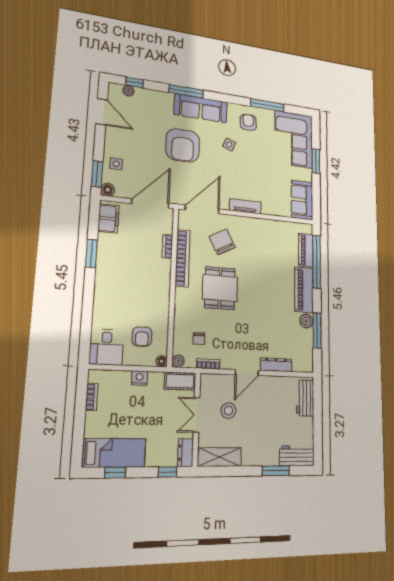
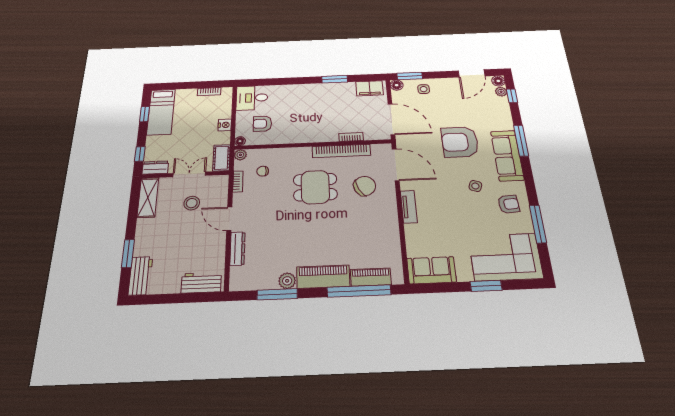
floor lamp: (115, 89) -> (498, 81), added

